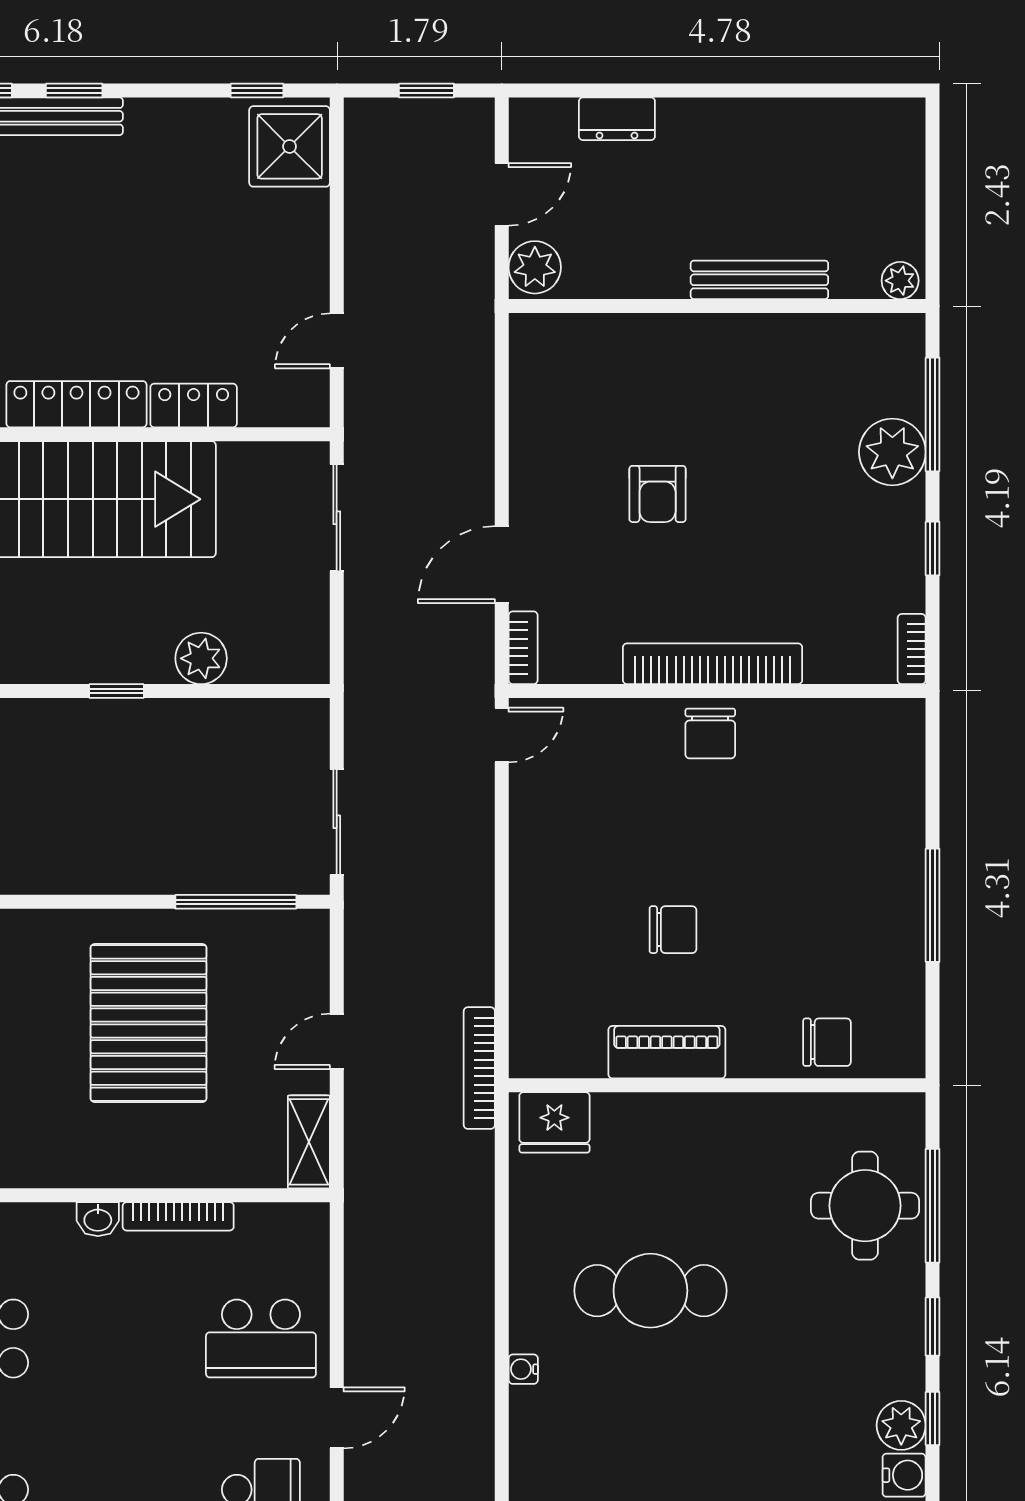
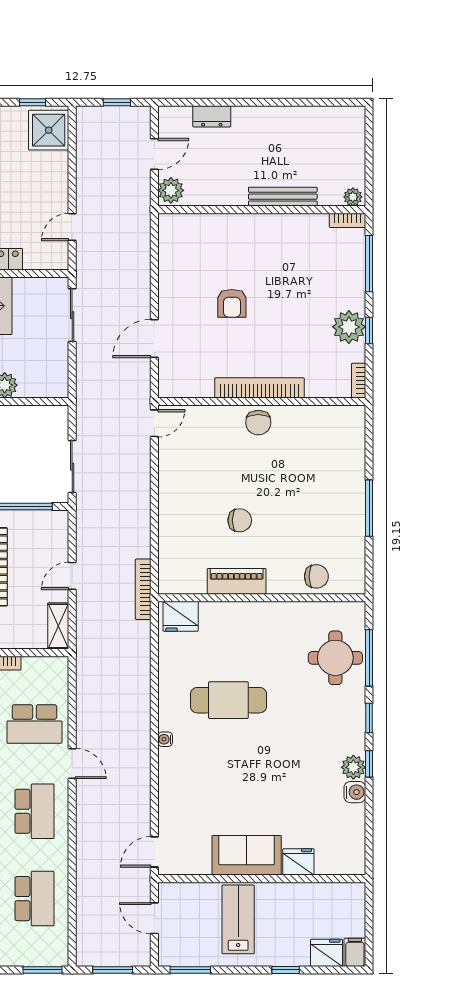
plant: (892, 452) -> (349, 327), moved
bookcase: (523, 648) -> (347, 220), moved, turned 90
door: (337, 1418) -> (72, 763), hinge flipped

